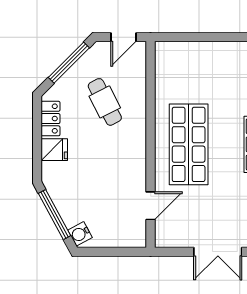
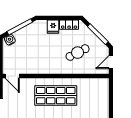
door: (123, 37) -> (111, 62), hinge flipped
door: (151, 206) -> (12, 76), moved

